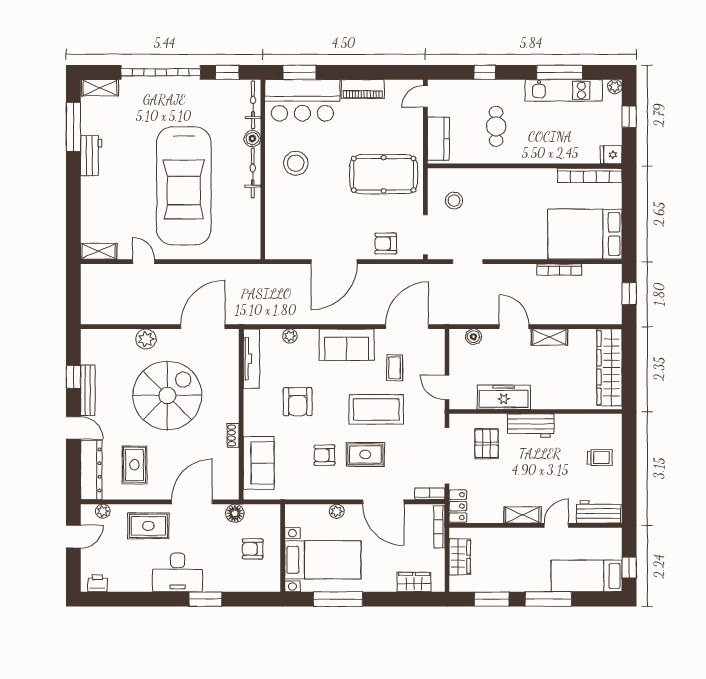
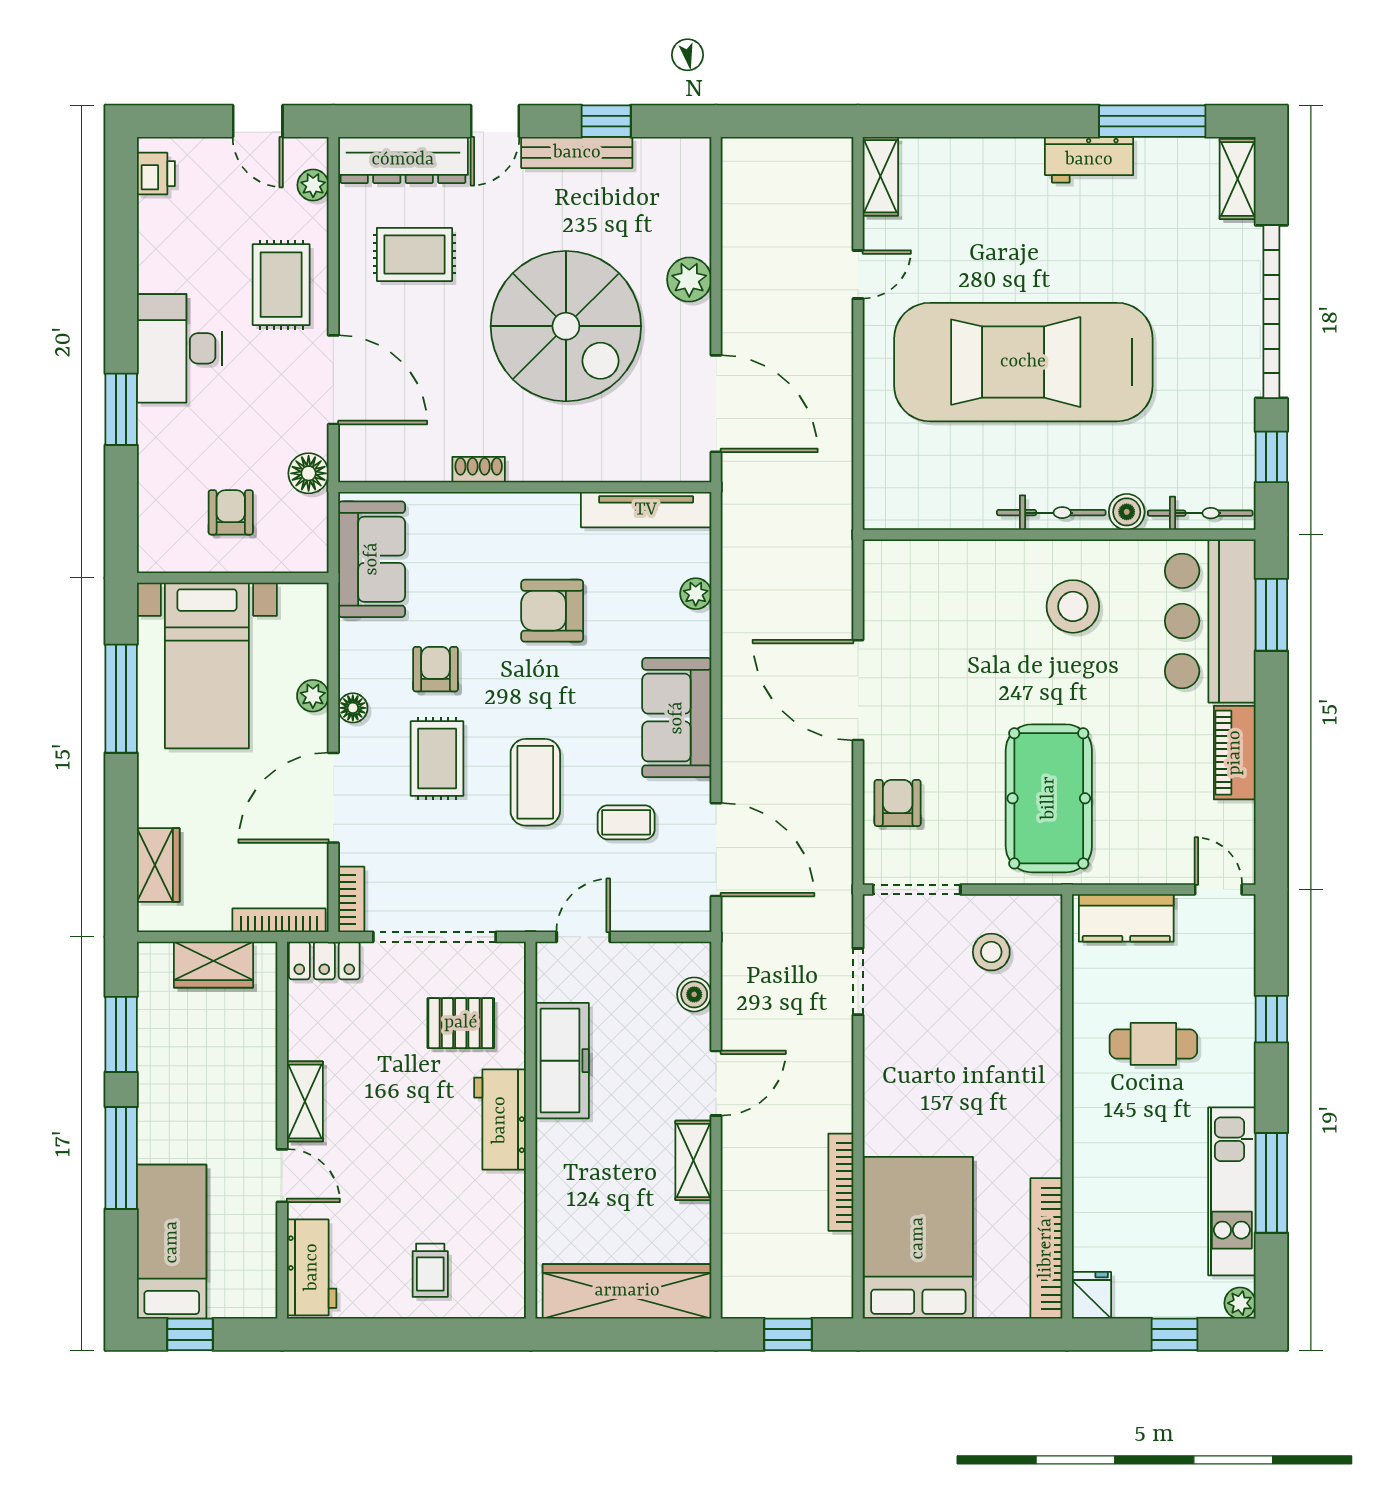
coffee table: (376, 409) -> (535, 782), width x0.73, depth x0.76
sofa: (259, 463) -> (372, 559), moved, turned -90
floor lamp: (342, 493) -> (353, 708), added

